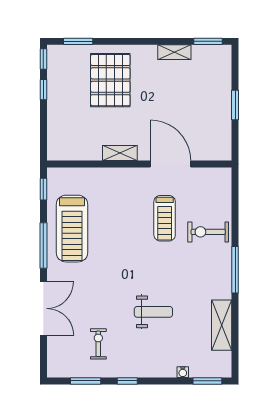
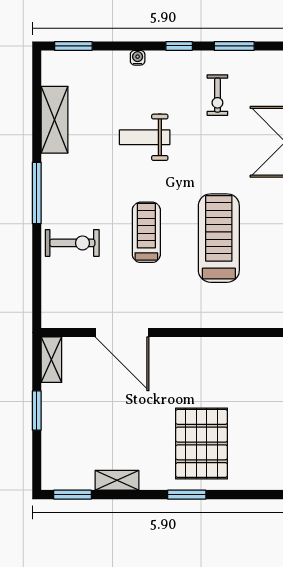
window: (78, 41) -> (187, 495), moved
shelving: (120, 153) -> (51, 360), moved, turned 90
treadmill: (165, 218) -> (146, 232), moved
treadmill: (72, 229) -> (219, 238), moved
water cooler: (183, 372) -> (138, 58), moved

